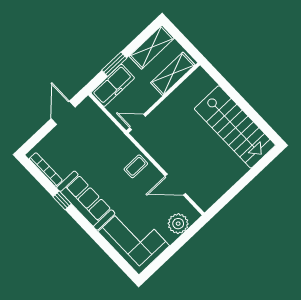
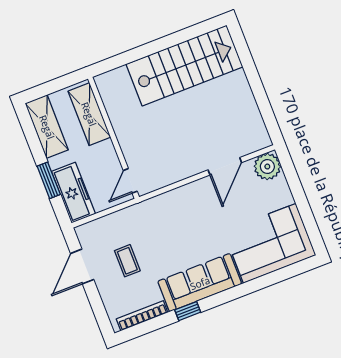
door: (63, 113) -> (82, 266), hinge flipped
coffee table: (136, 166) -> (127, 261), moved
plant: (178, 224) -> (267, 167), moved

